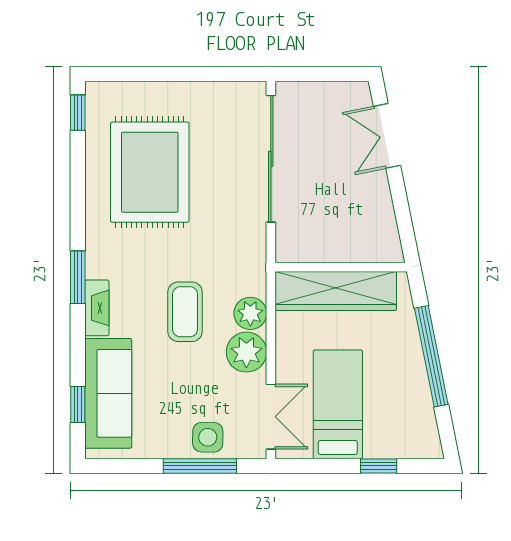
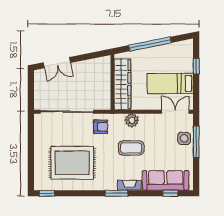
armchair: (235, 239) -> (101, 127), added
plant: (246, 352) -> (148, 122), removed

